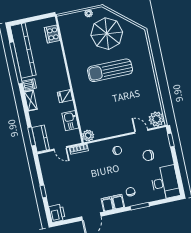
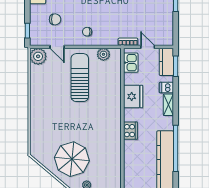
cooker: (52, 34) -> (130, 131), moved
sun lounger: (110, 70) -> (80, 78), moved, turned -90
dishwasher: (29, 85) -> (166, 88), moved
fridge: (65, 96) -> (133, 96), width x1.88, depth x1.34
kitchen sink: (70, 121) -> (131, 63), moved
plant: (88, 135) -> (103, 54), moved

